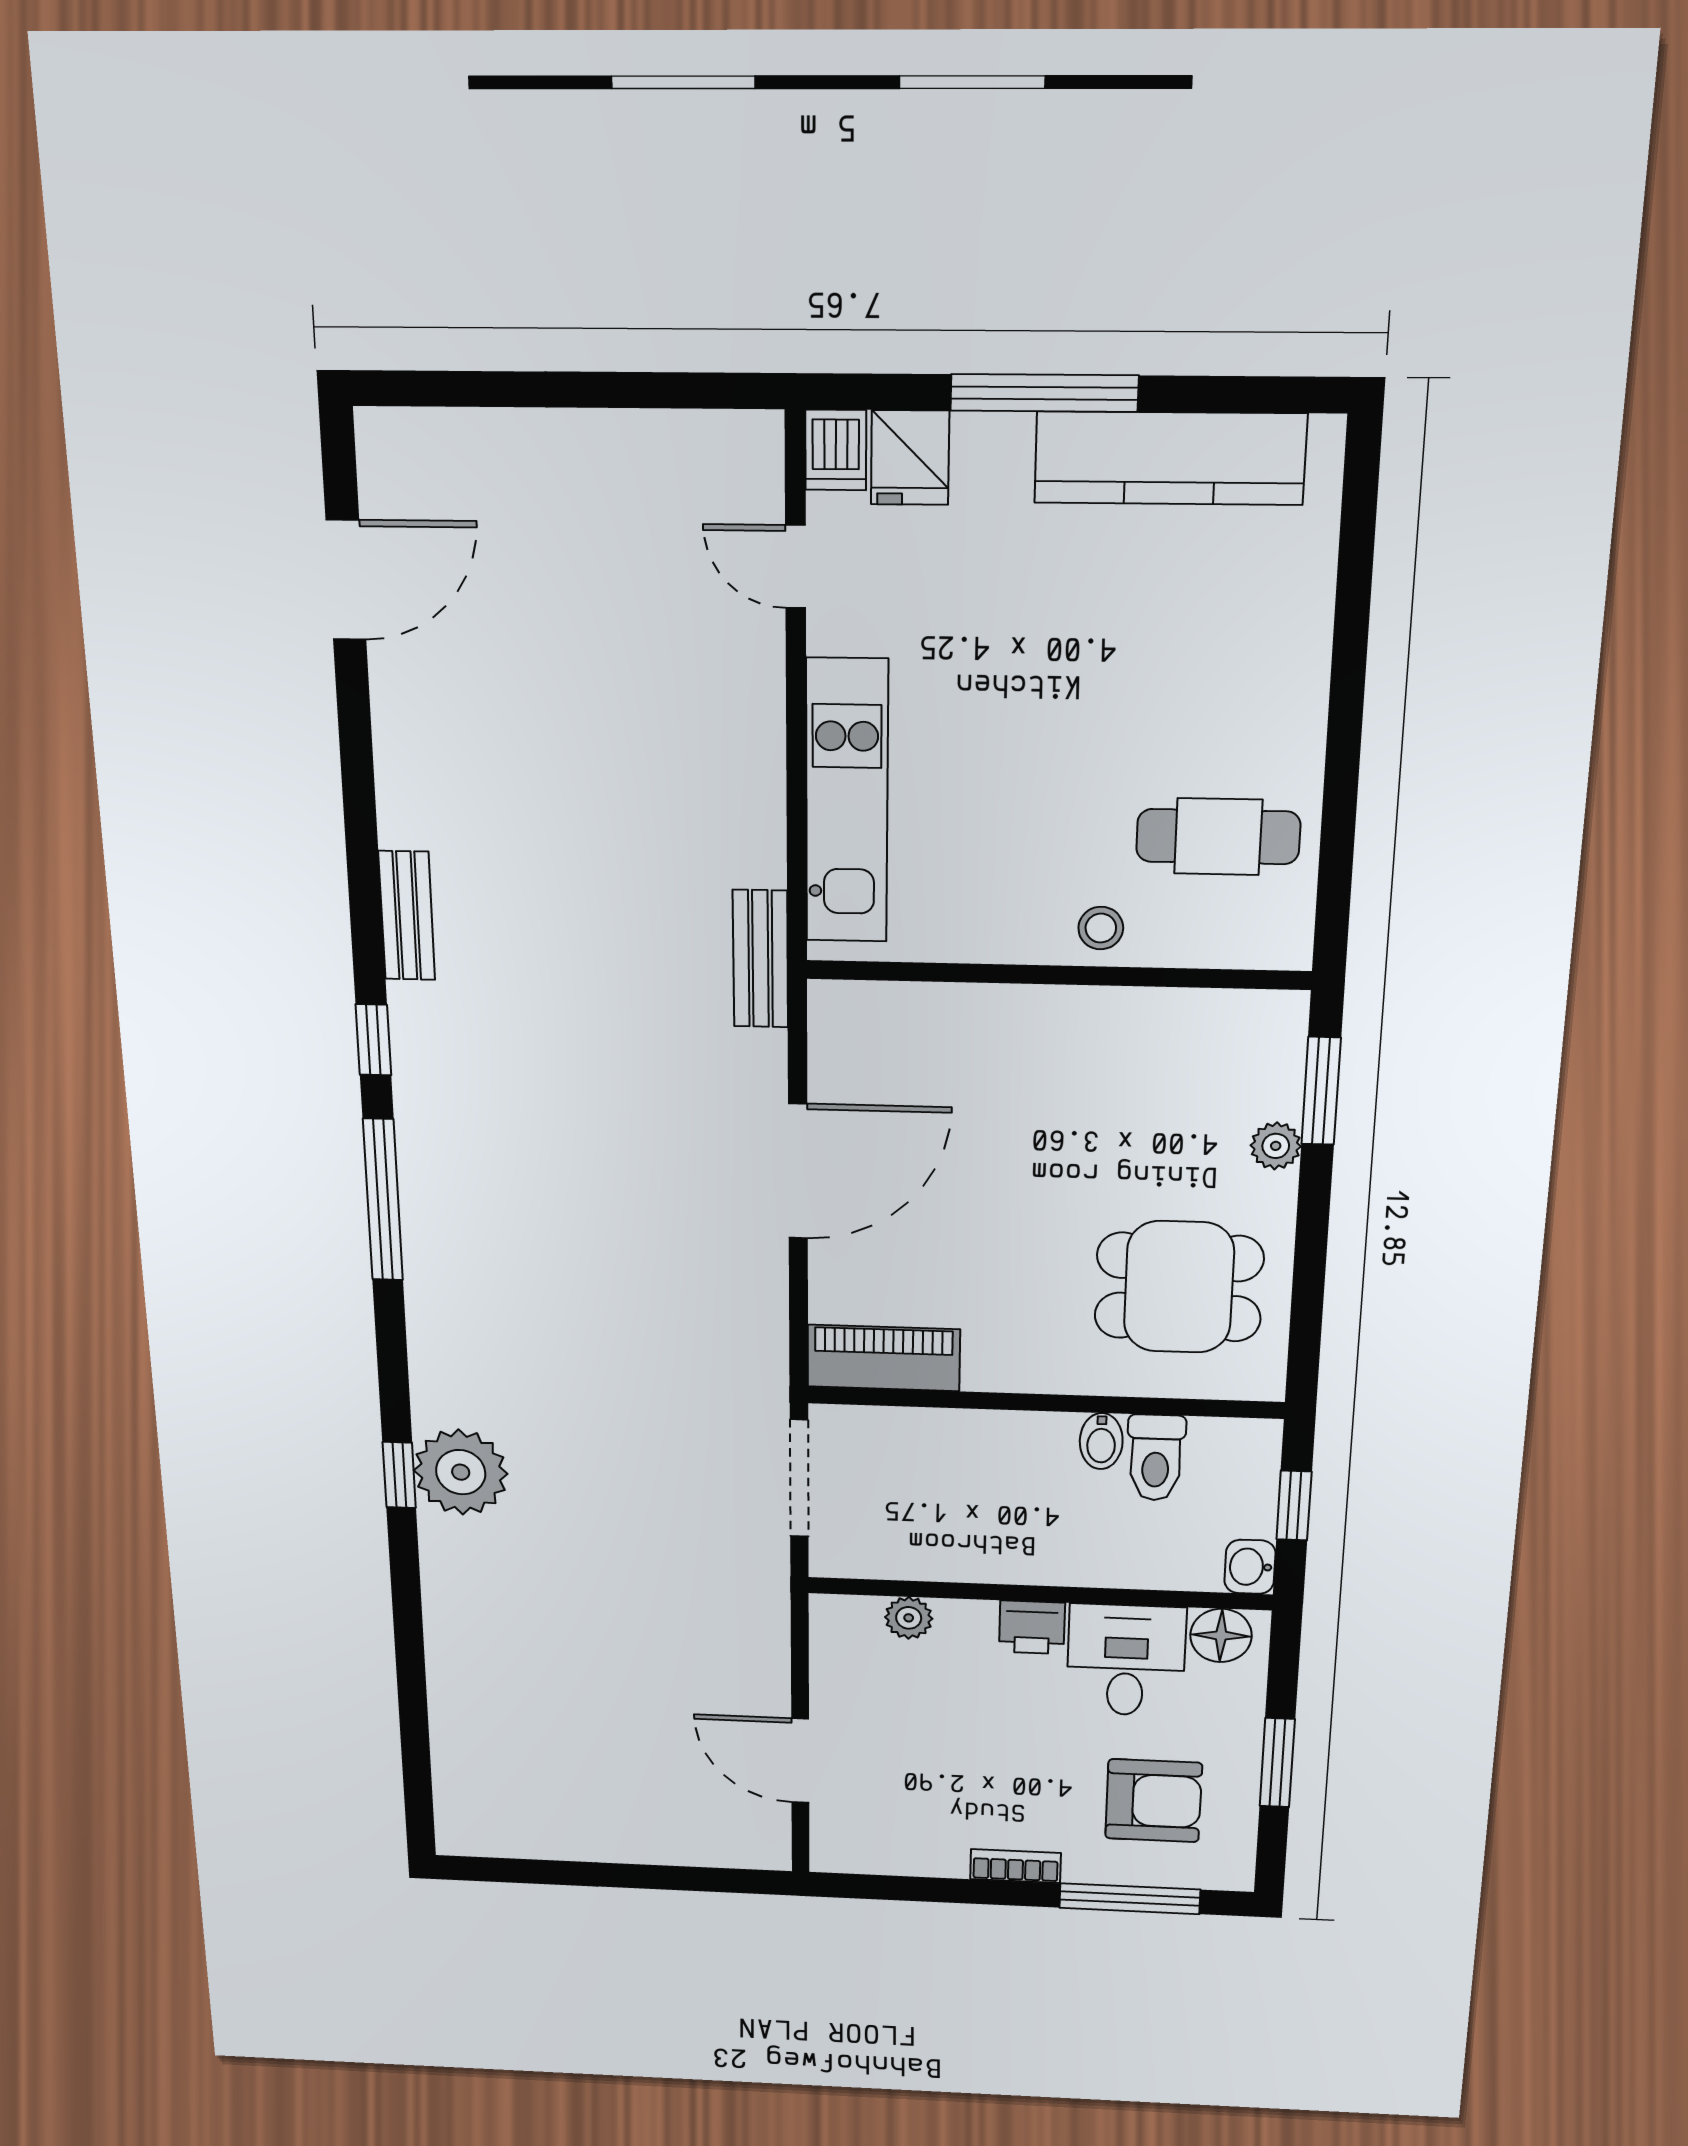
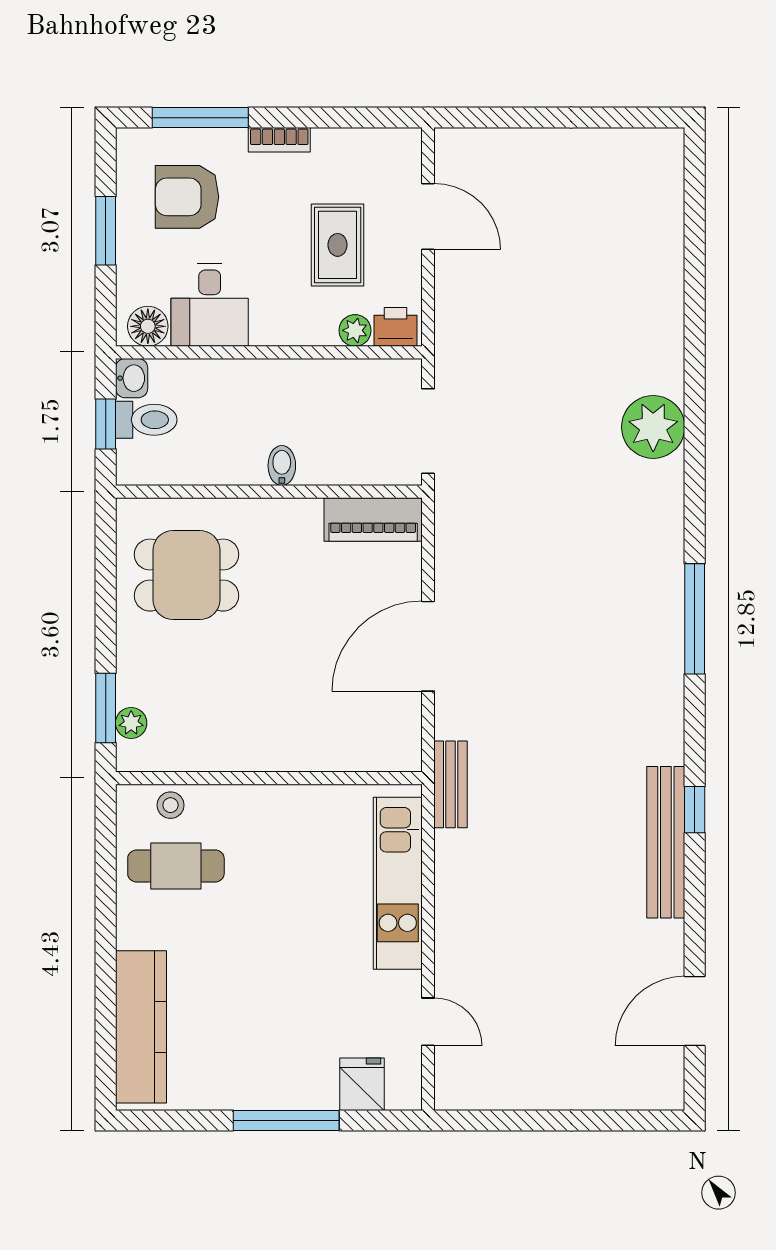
dishwasher: (836, 450) -> (405, 1088), removed
kitchen counter: (1170, 458) -> (141, 1027), moved, turned 90
bench: (407, 916) -> (666, 842), width x1.86, depth x1.21
stool: (1101, 928) -> (171, 805), moved
window: (373, 1040) -> (695, 810), moved
plant: (1276, 1146) -> (131, 723), moved
bidet: (1101, 1441) -> (282, 466), moved
toilet: (1156, 1458) -> (146, 420), moved, turned 90
window: (399, 1475) -> (695, 423), removed
printer: (1032, 1627) -> (396, 327), moved
rug: (933, 1730) -> (338, 245), added

